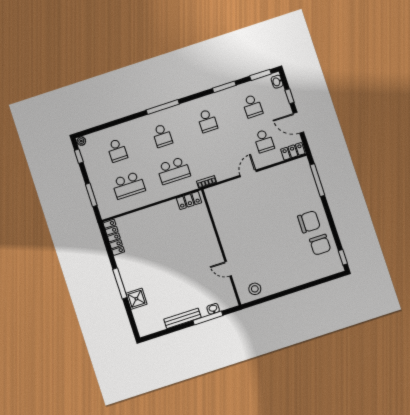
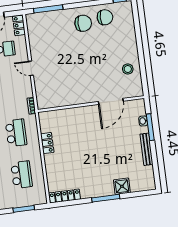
locker: (189, 200) -> (47, 143), moved
chair: (309, 222) -> (83, 23), turned 90
door: (228, 269) -> (111, 101), width x1.87
stool: (255, 289) -> (128, 69), moved

